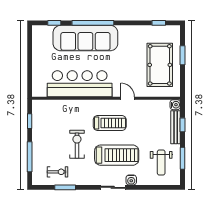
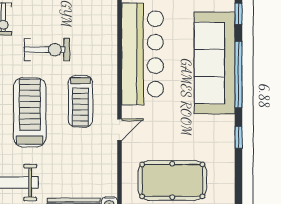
window: (159, 23) -> (238, 137), moved
treadmill: (117, 155) -> (30, 112), turned 180

